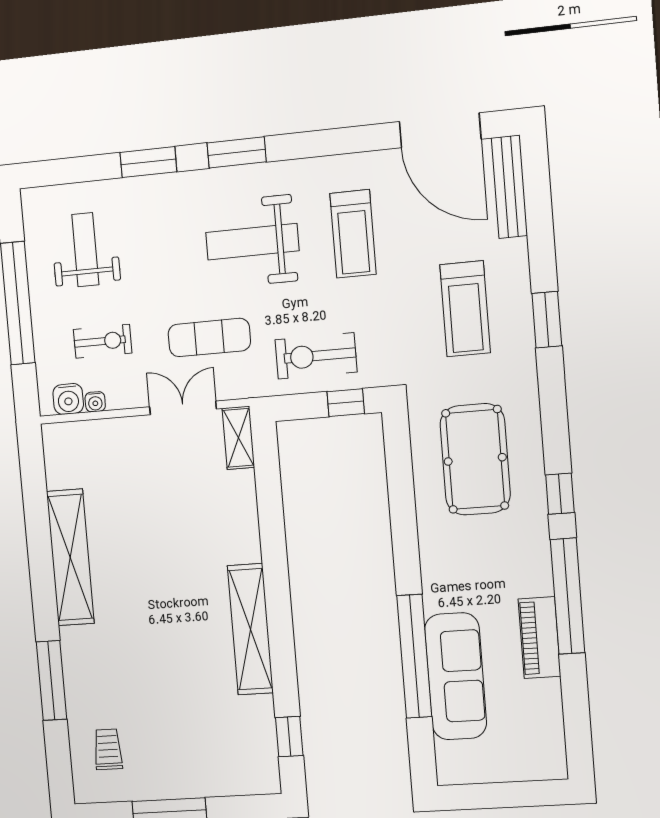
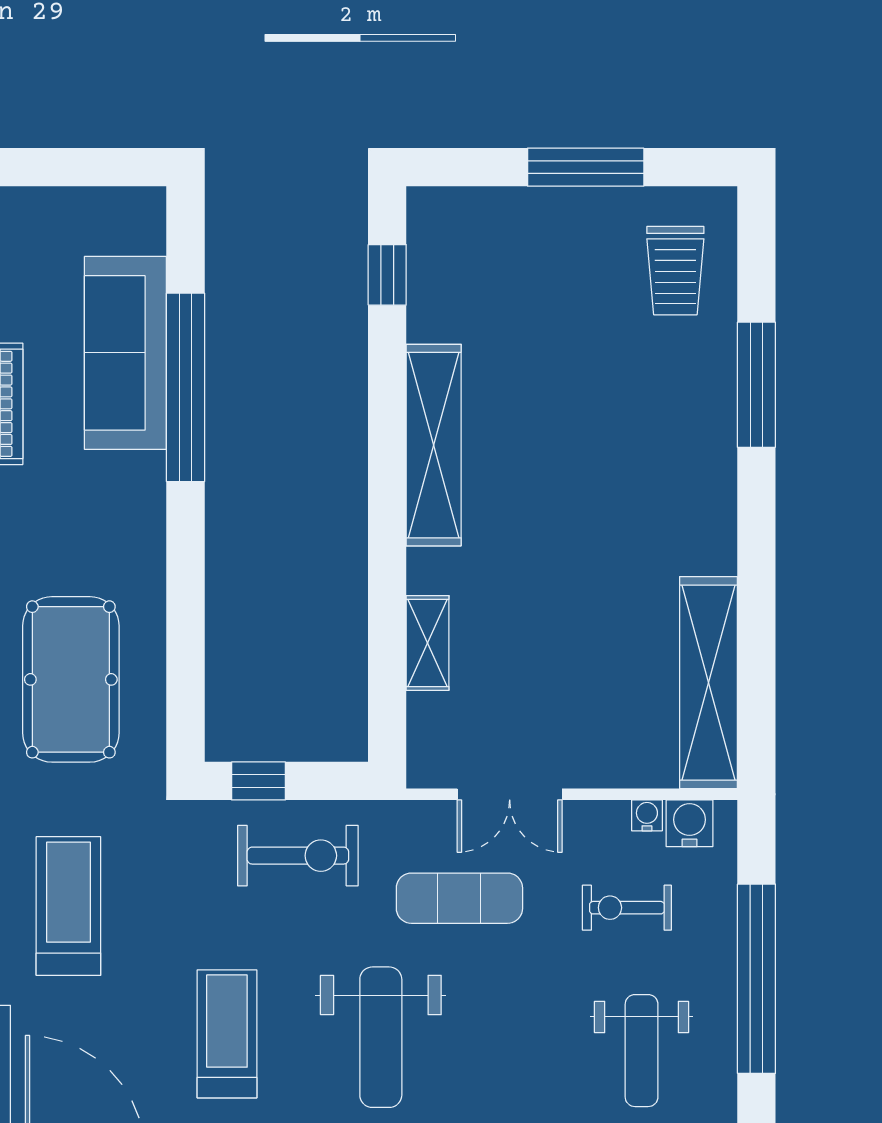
weight bench: (252, 242) -> (381, 1037), turned 90
shelving: (238, 438) -> (428, 643), moved
shelving: (70, 557) -> (709, 683), moved
trolley: (108, 749) -> (675, 271), width x1.36, depth x1.39

